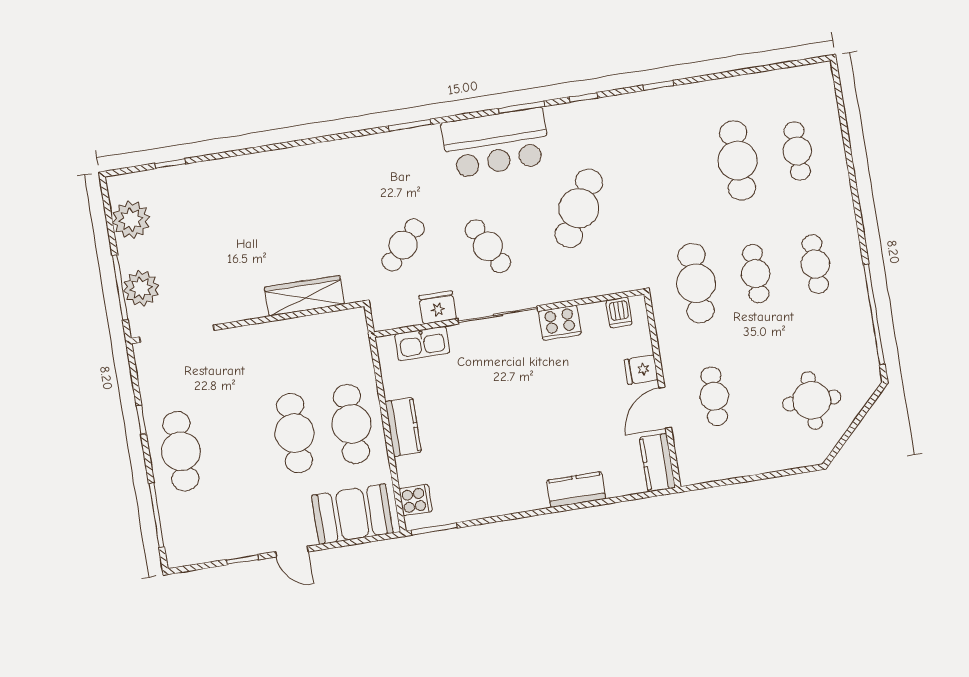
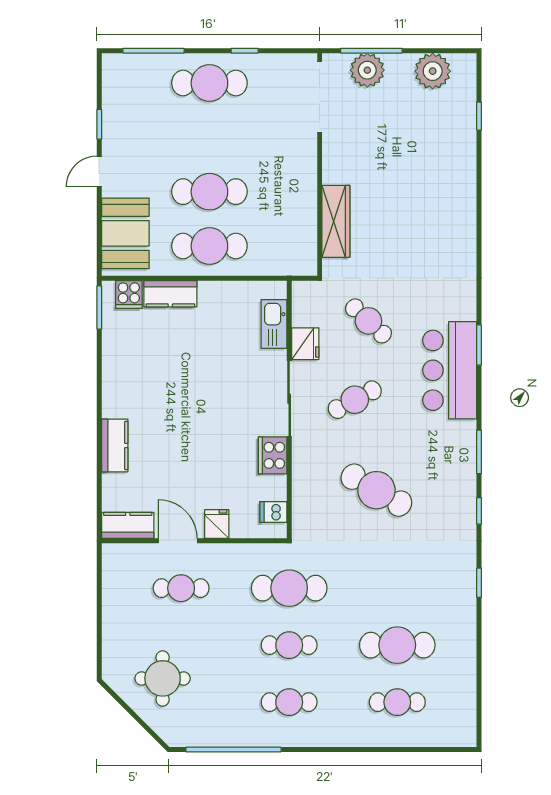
bar counter: (496, 143) -> (450, 370), moved
kitchen counter: (403, 427) -> (170, 294), moved

